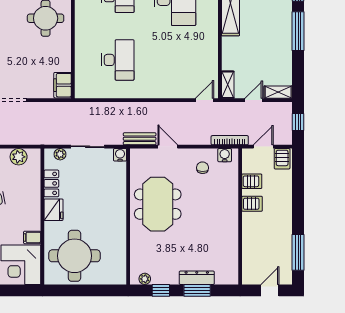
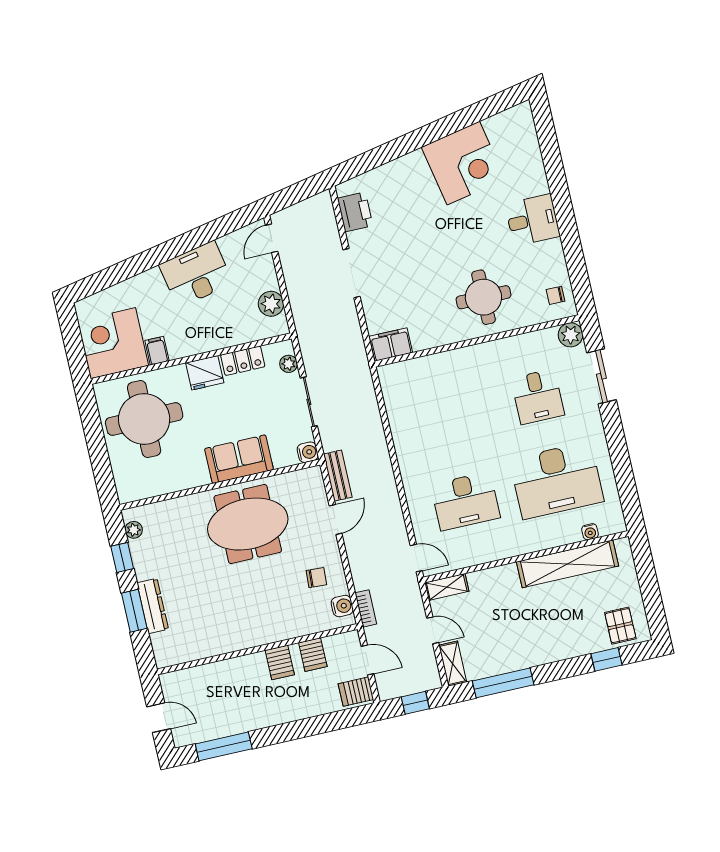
window: (298, 31) -> (503, 683), moved
desk: (118, 60) -> (465, 501), moved
bookcase: (230, 140) -> (366, 608), width x0.64
sofa: (114, 200) -> (239, 459), added

